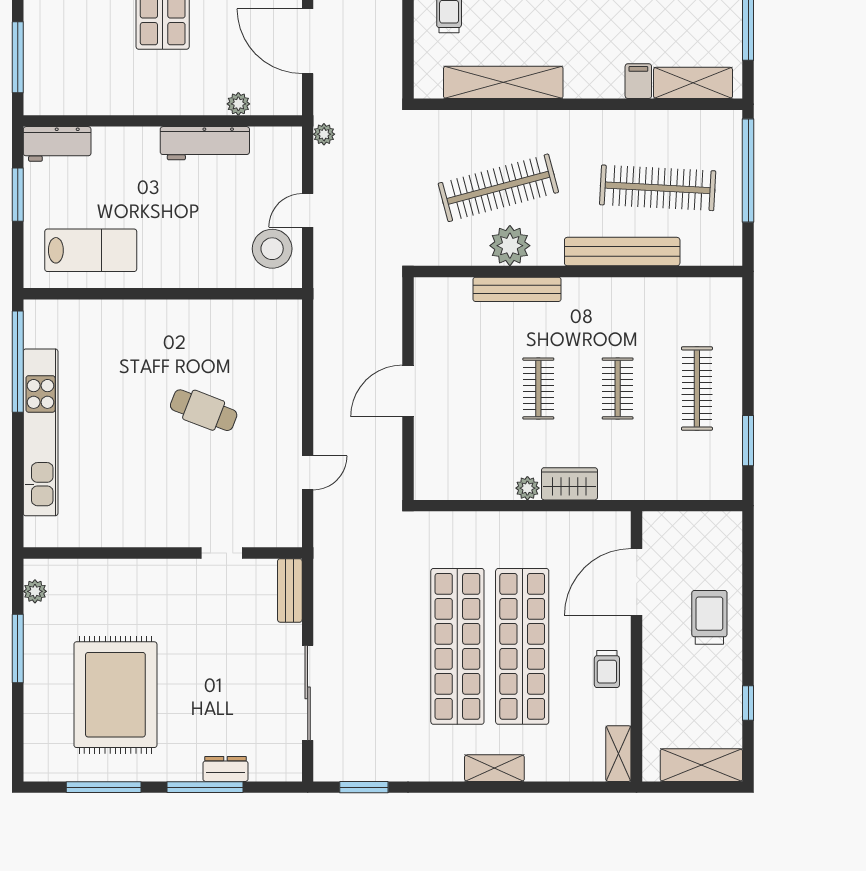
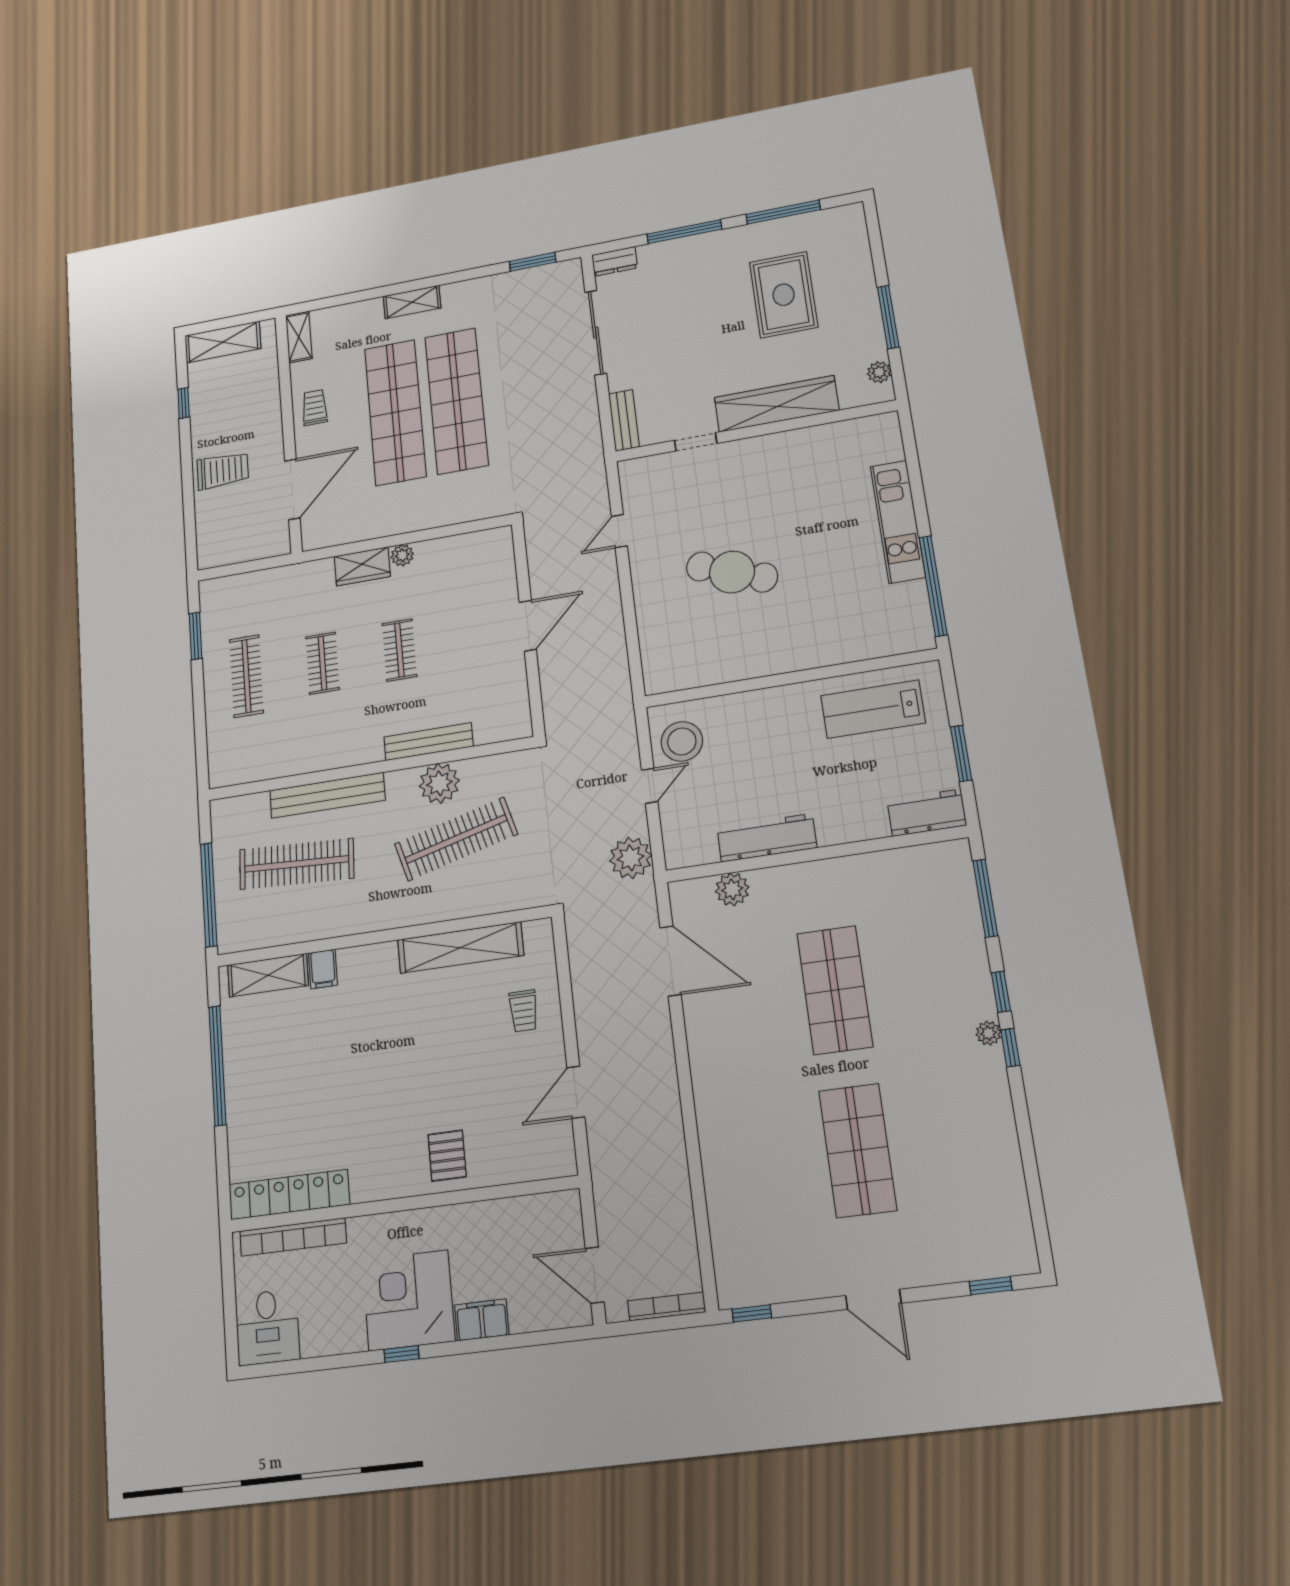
plant: (238, 104) -> (732, 889), width x1.38, depth x1.38
plant: (324, 134) -> (631, 858), width x1.88, depth x1.88
cafe table: (204, 410) -> (732, 572), width x1.37, depth x1.35
kitchen unit: (41, 432) -> (898, 522), width x0.73
wardrobe: (138, 578) -> (777, 404), added
trolley: (709, 617) -> (223, 471), turned -90
rug: (115, 695) -> (784, 295), width x0.73, depth x0.69
dresser: (226, 769) -> (615, 261), moved

